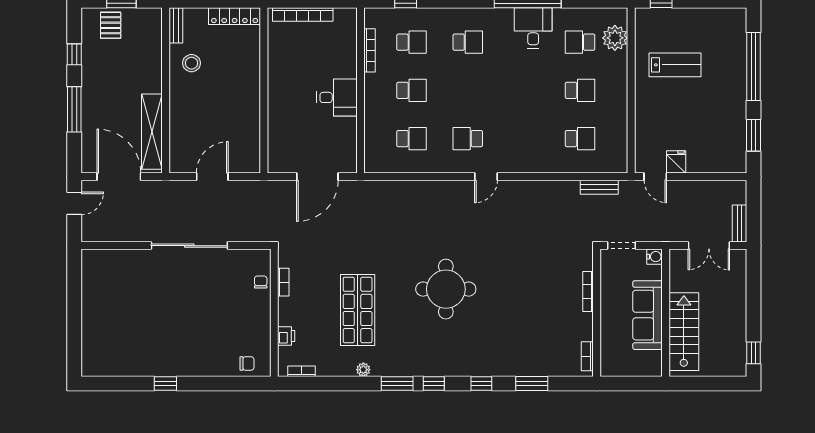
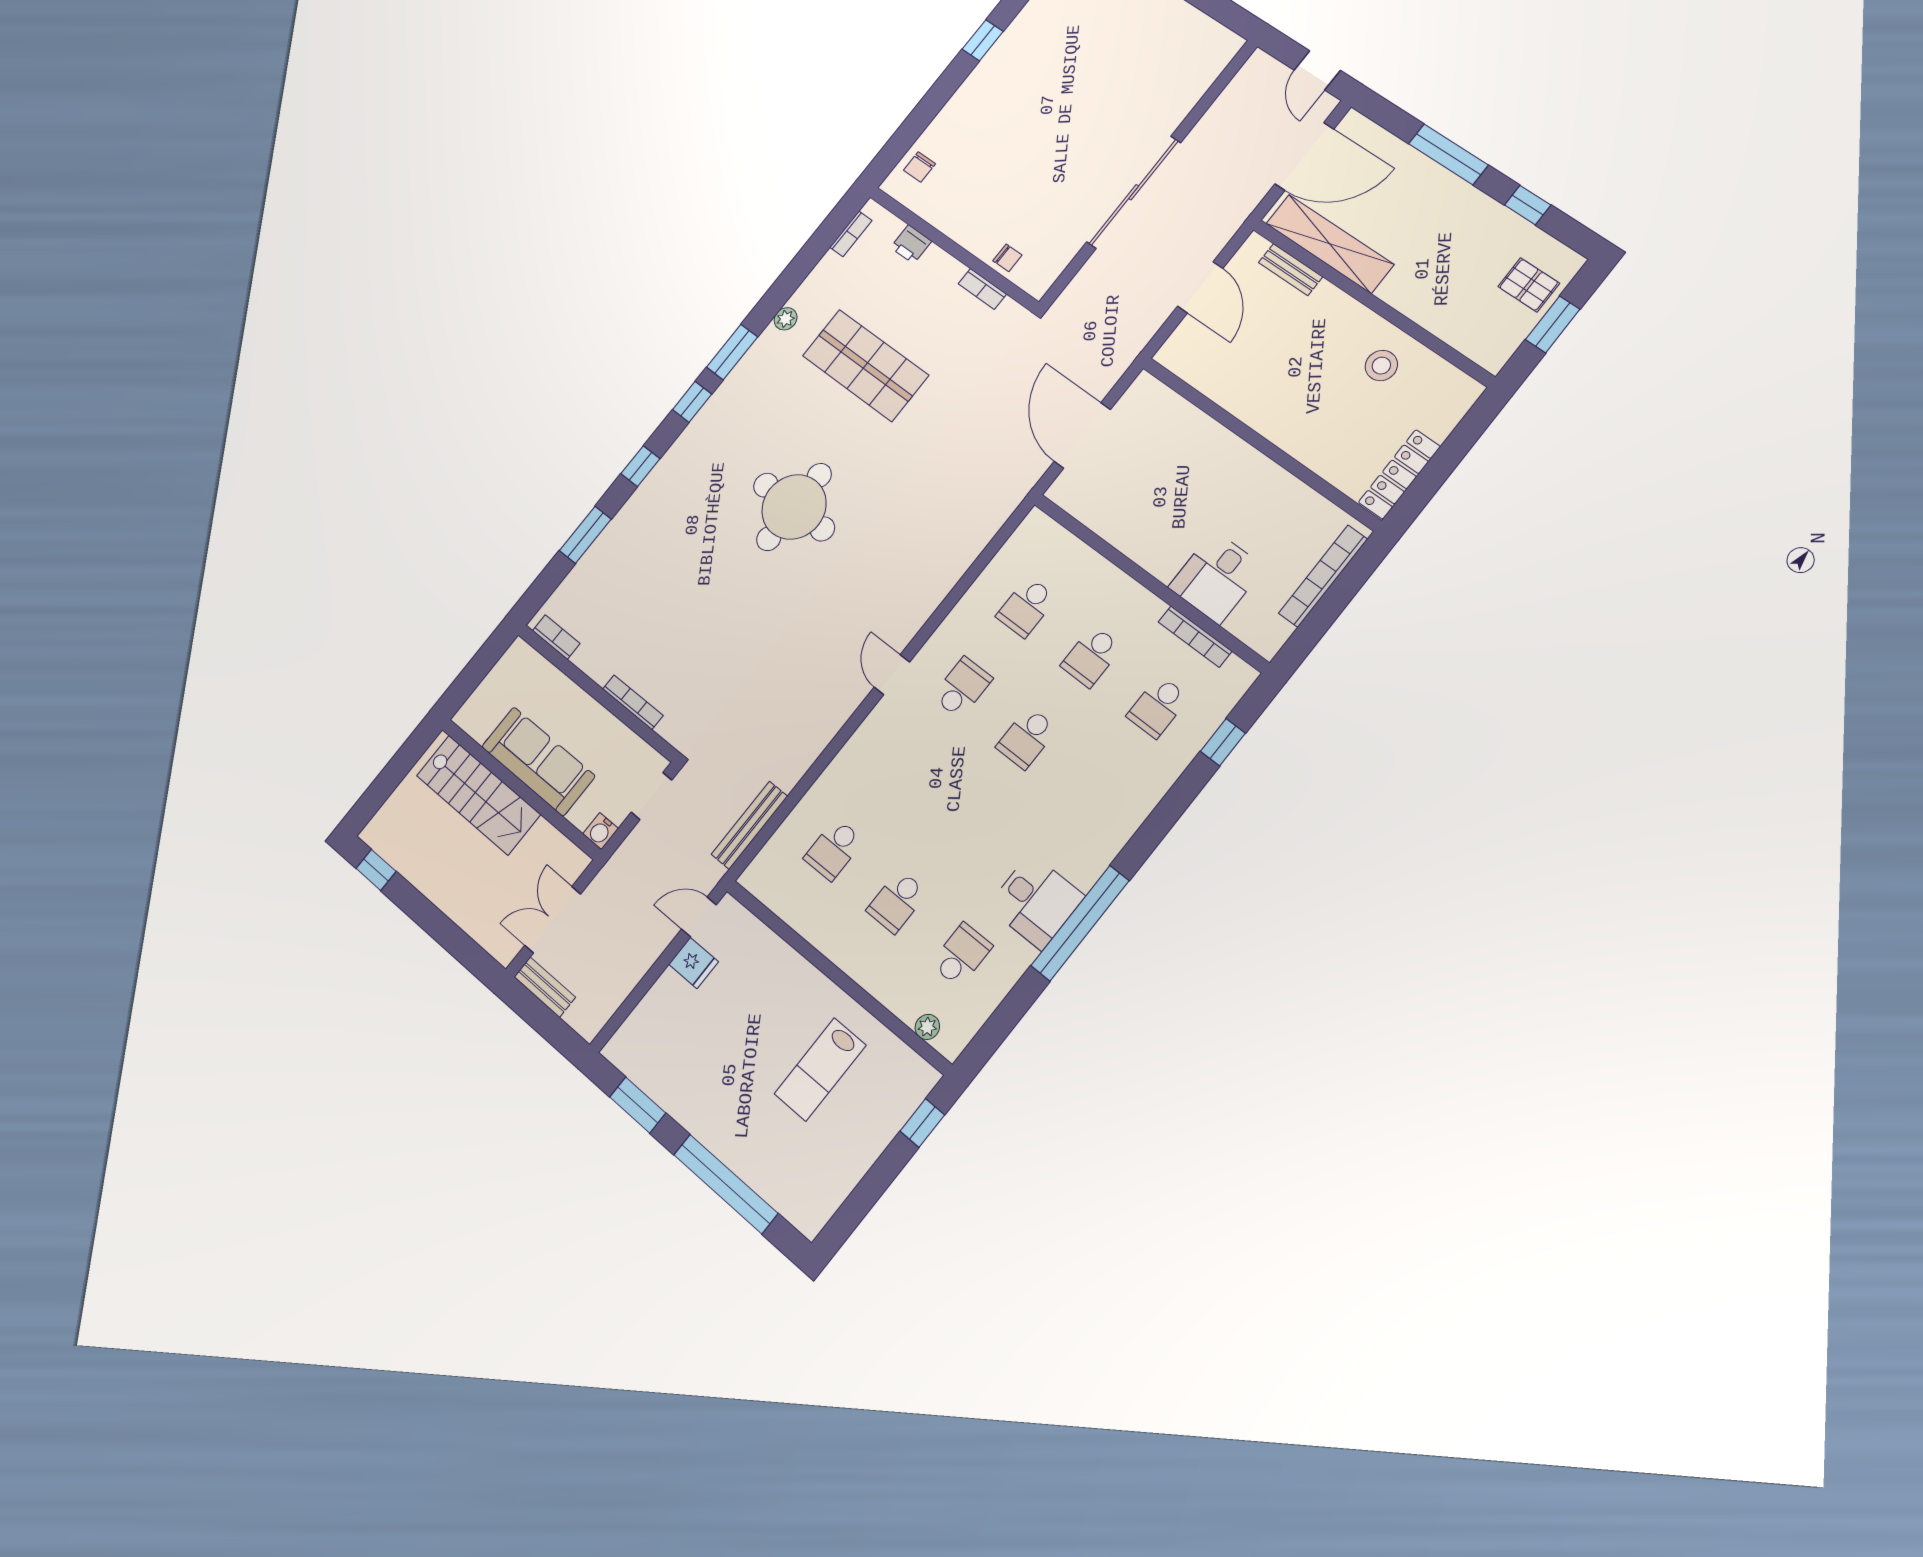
bench: (176, 25) -> (1290, 270), moved
plant: (615, 38) -> (927, 1027), width x0.53, depth x0.53
school desk: (468, 42) -> (1027, 738), moved
desk: (337, 97) -> (1216, 577), moved
bench: (599, 187) -> (749, 825), width x1.36

